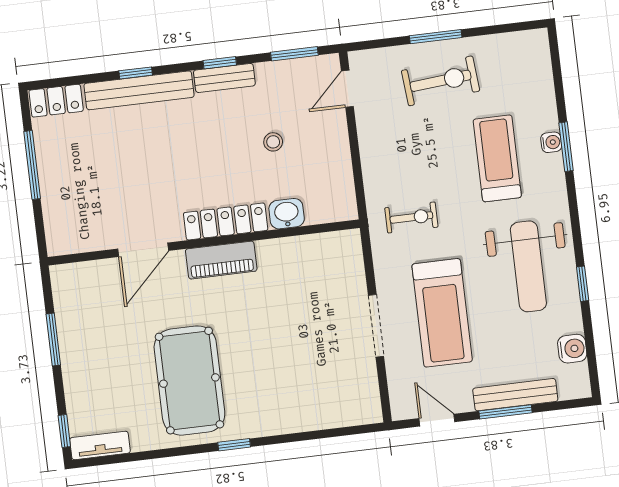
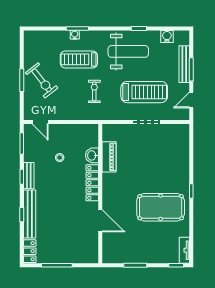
exercise bike: (441, 81) -> (42, 80), turned 147
exercise bike: (411, 217) -> (94, 91), moved
piano: (221, 260) -> (109, 157), moved

